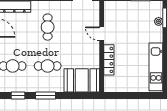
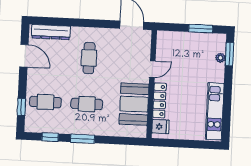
door: (102, 34) -> (152, 69), swing flipped
booth: (82, 80) -> (134, 104), moved, turned 90
fridge: (111, 82) -> (160, 127), added

